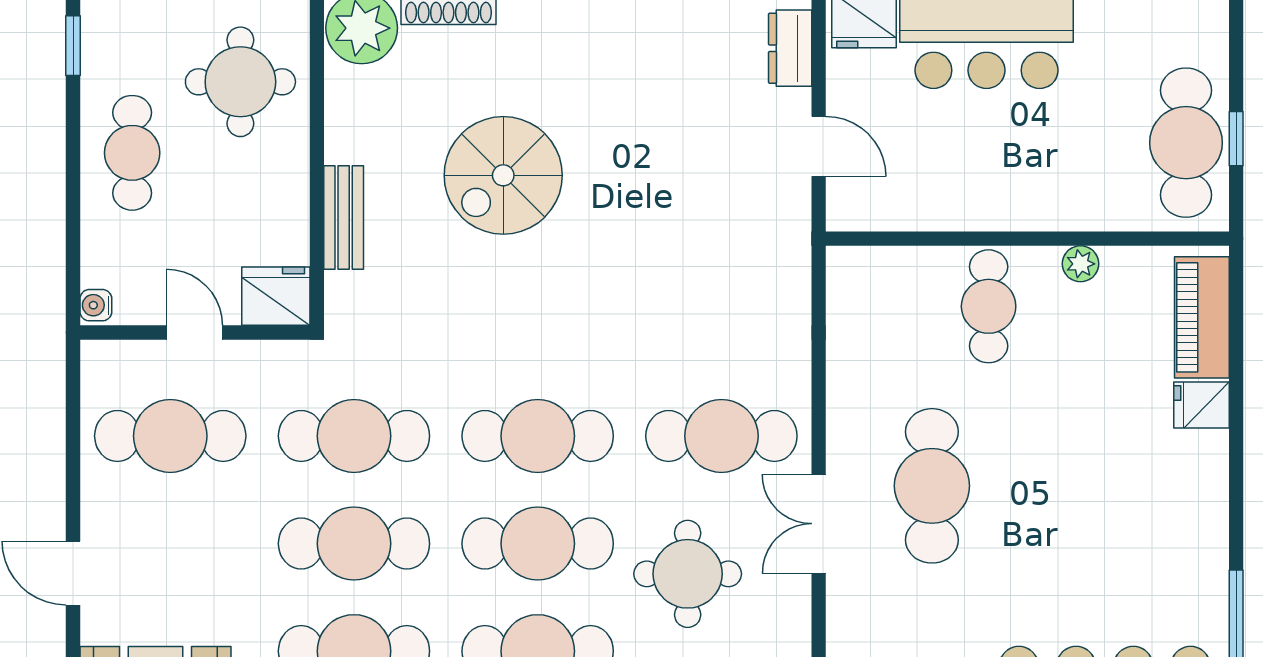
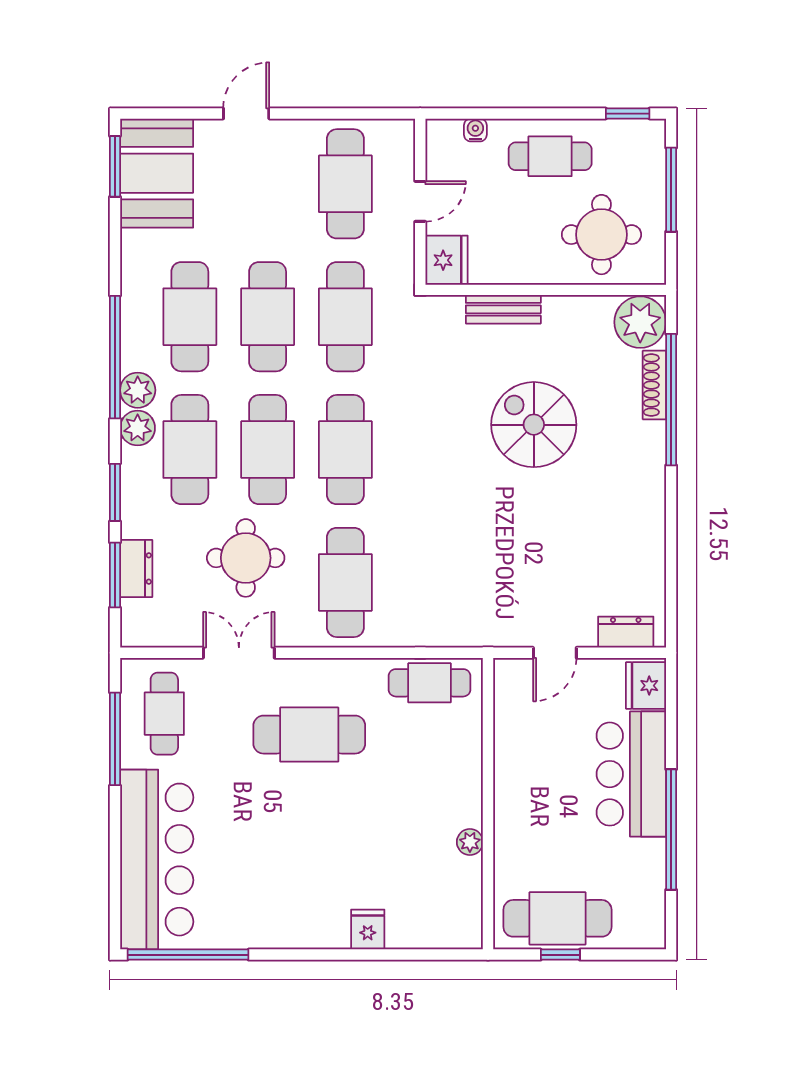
water cooler: (96, 305) -> (475, 130), moved
cafe table: (989, 306) -> (430, 683), moved
piano: (1202, 317) -> (431, 930), removed
double door: (819, 524) -> (239, 653), moved

